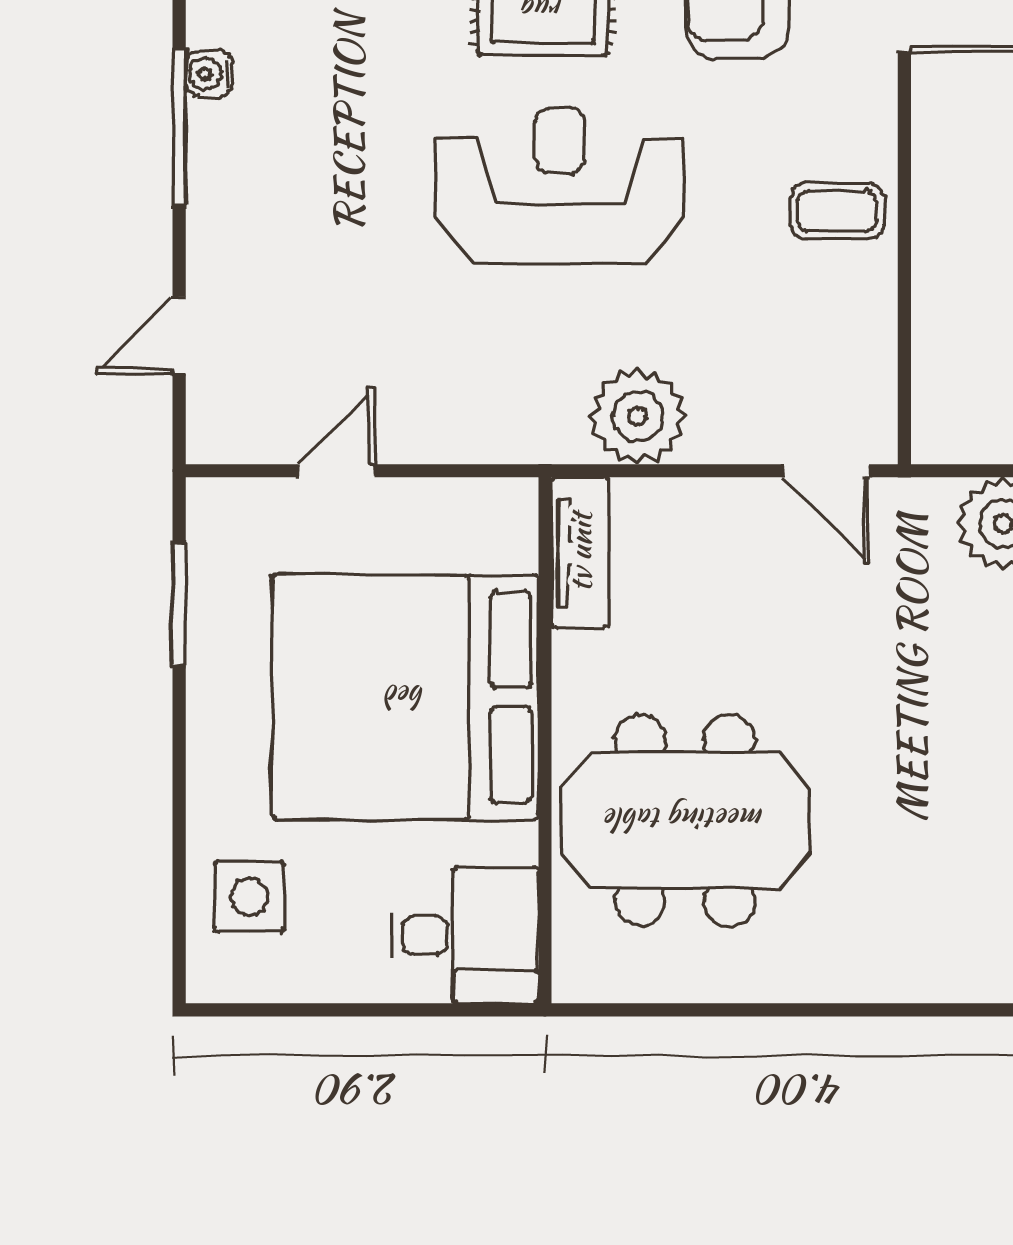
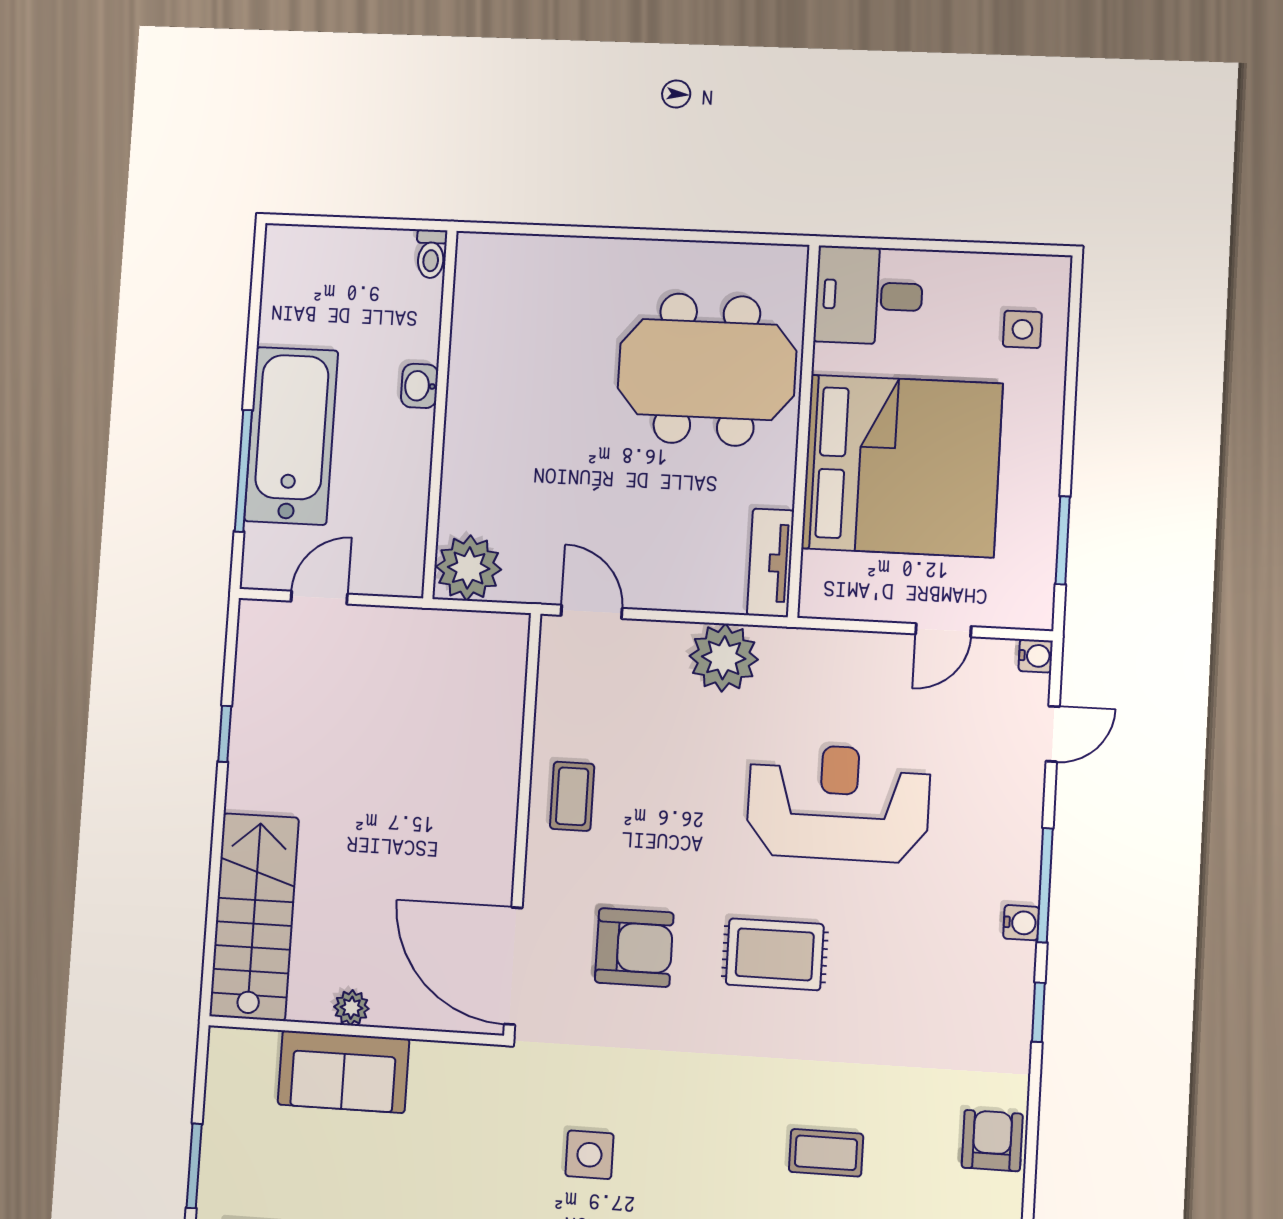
reception desk: (560, 186) -> (838, 803), moved, turned 180
coffee table: (837, 211) -> (572, 796), turned 90
water cooler: (208, 442) -> (1036, 656), added
side table: (249, 896) -> (1022, 329), width x0.73, depth x0.73

